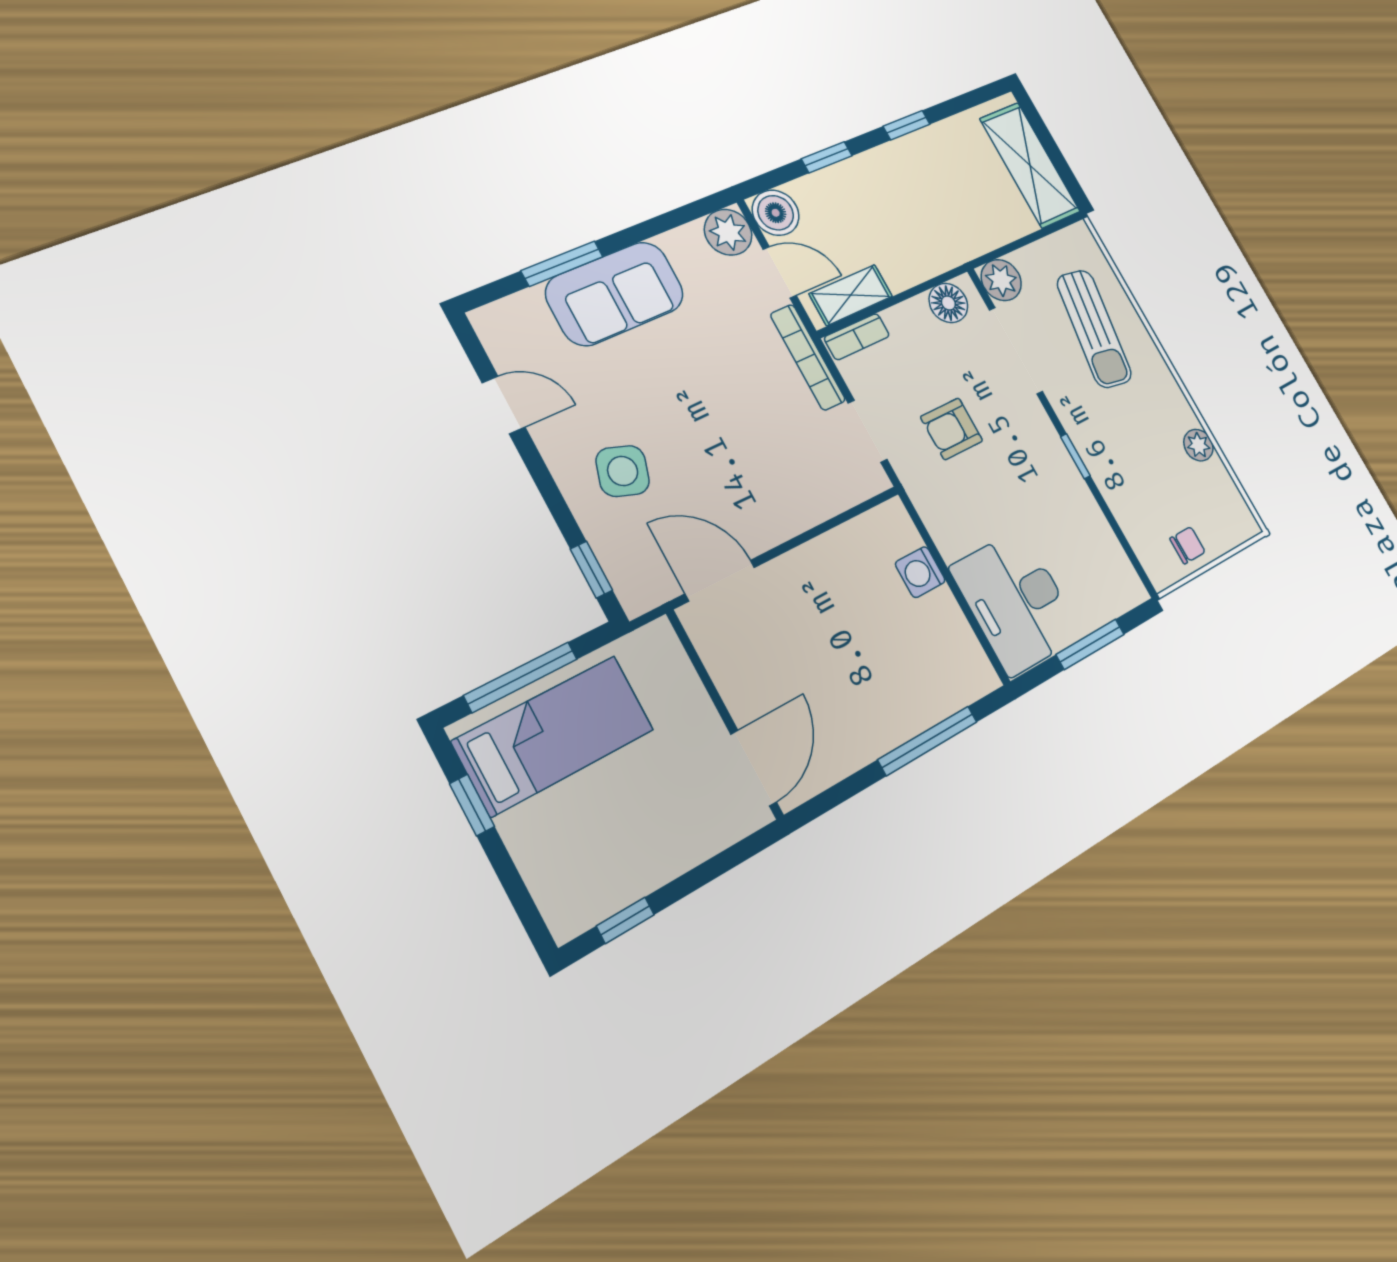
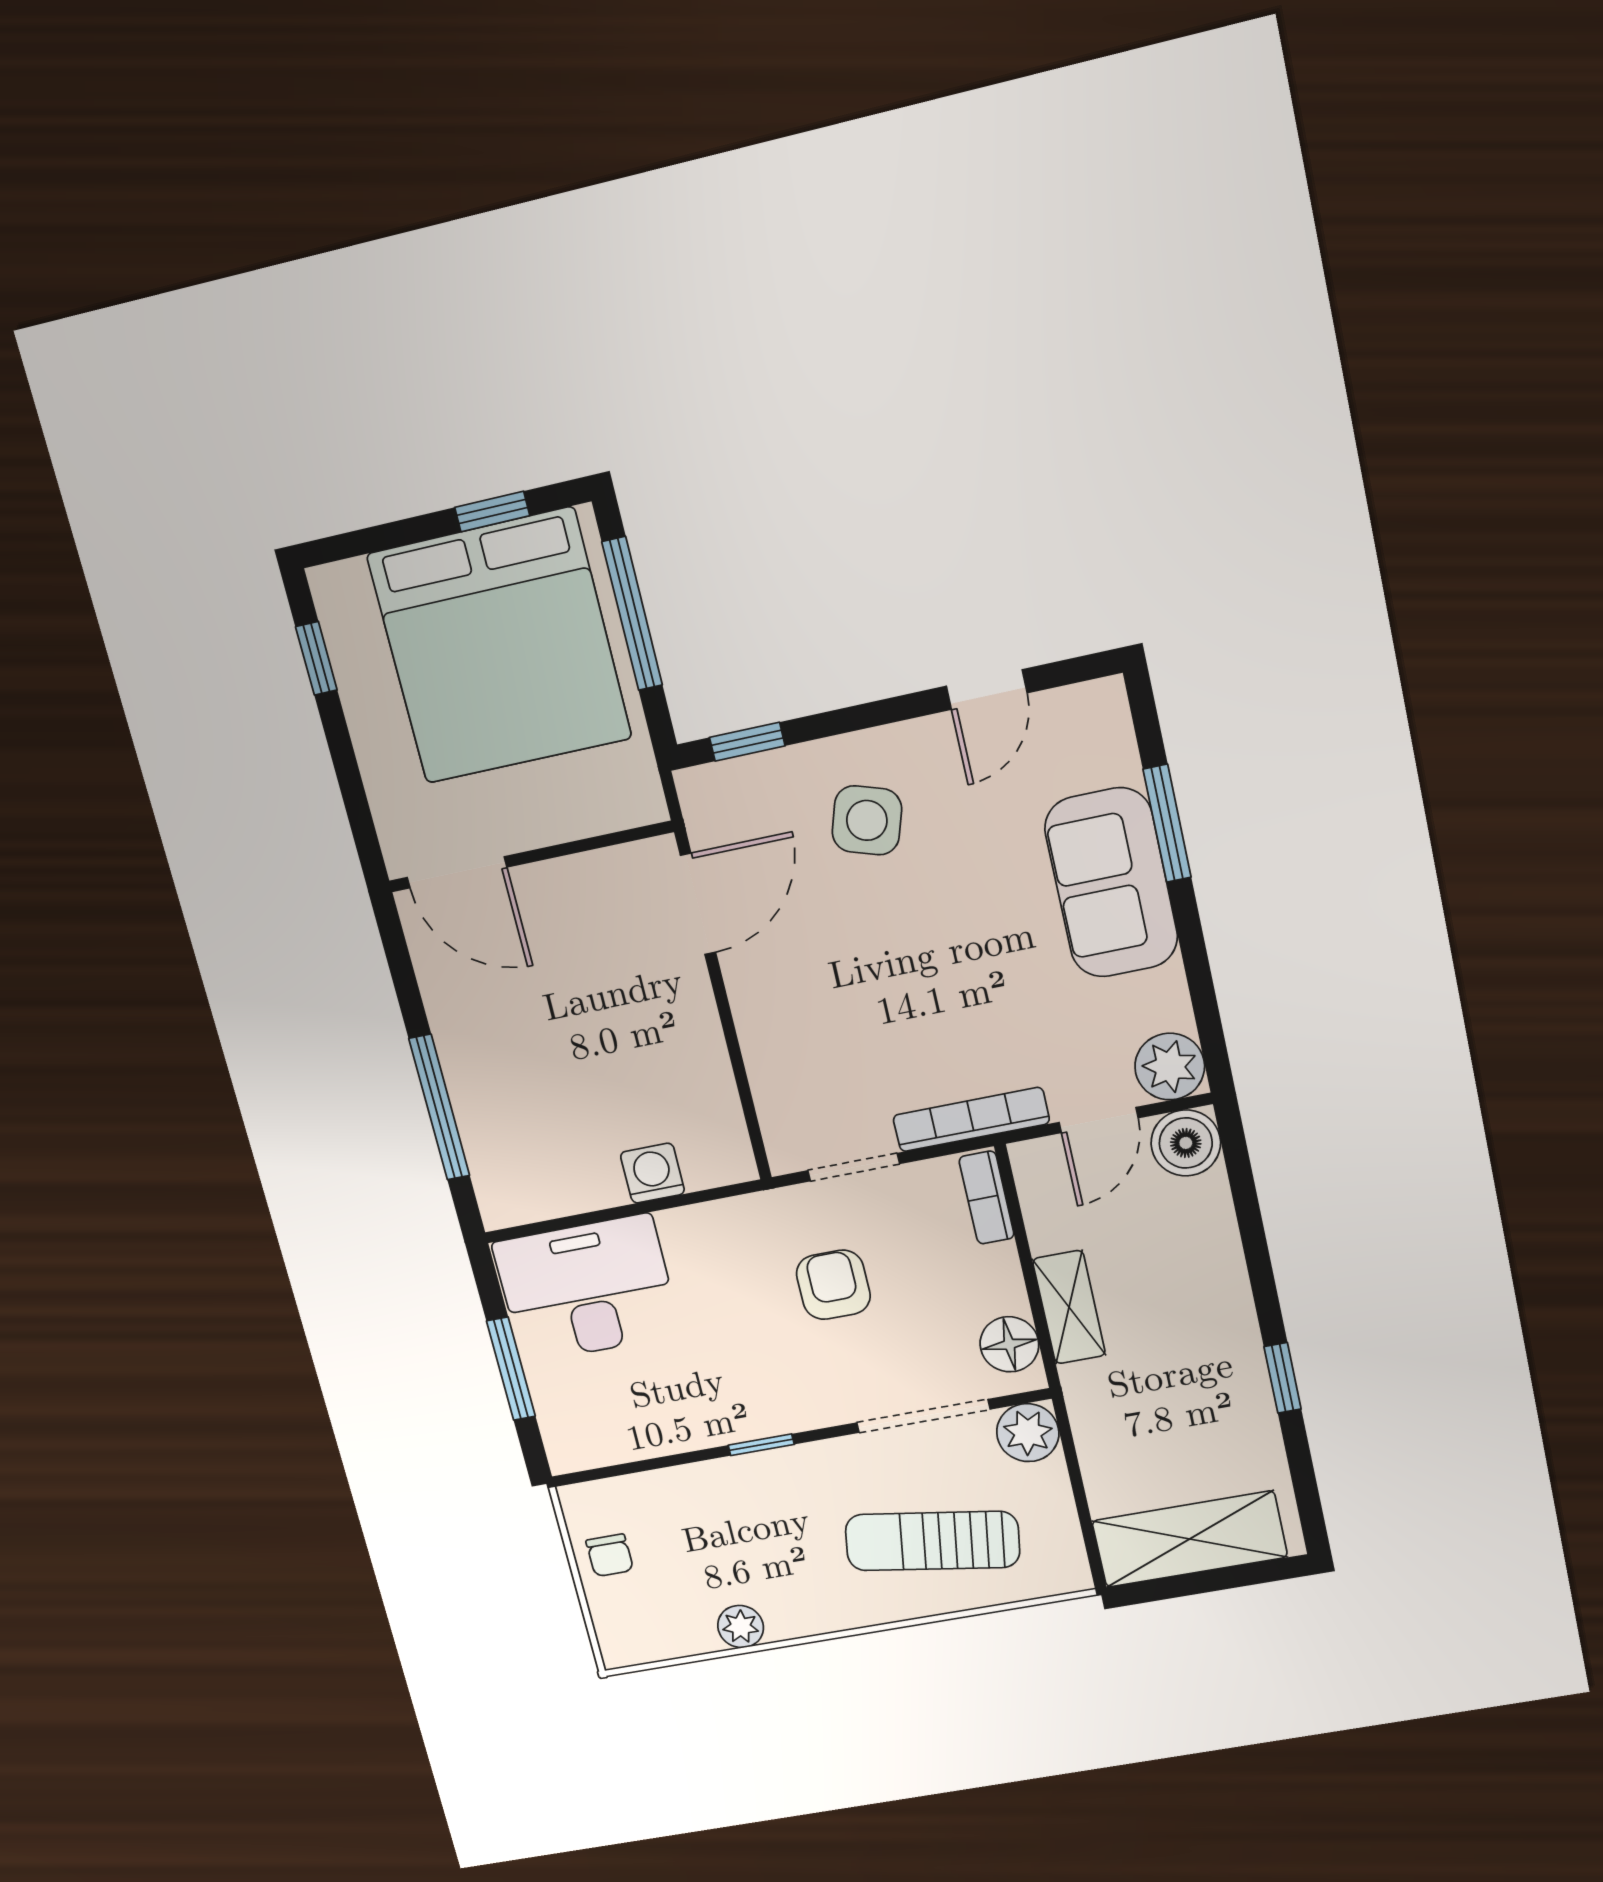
window: (827, 157) -> (1255, 1244), removed
shelving: (851, 295) -> (1069, 1307), moved
bed: (554, 735) -> (499, 646), width x2.04

